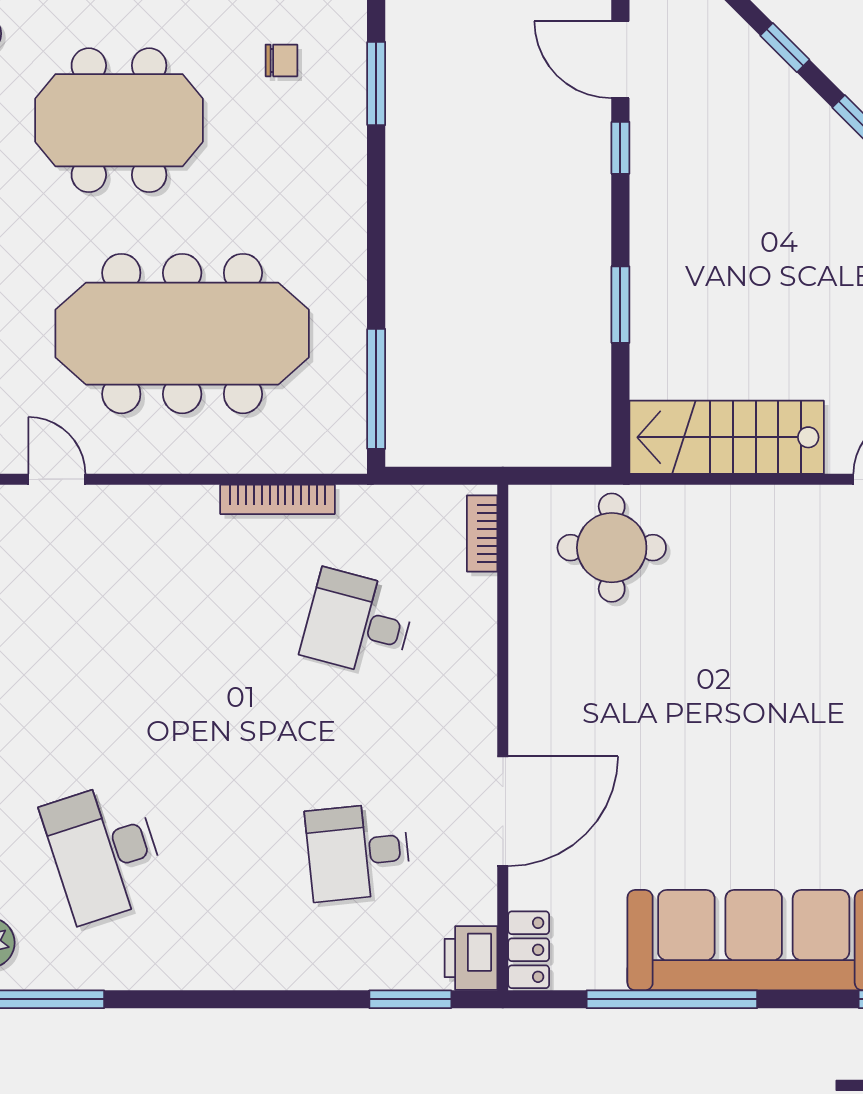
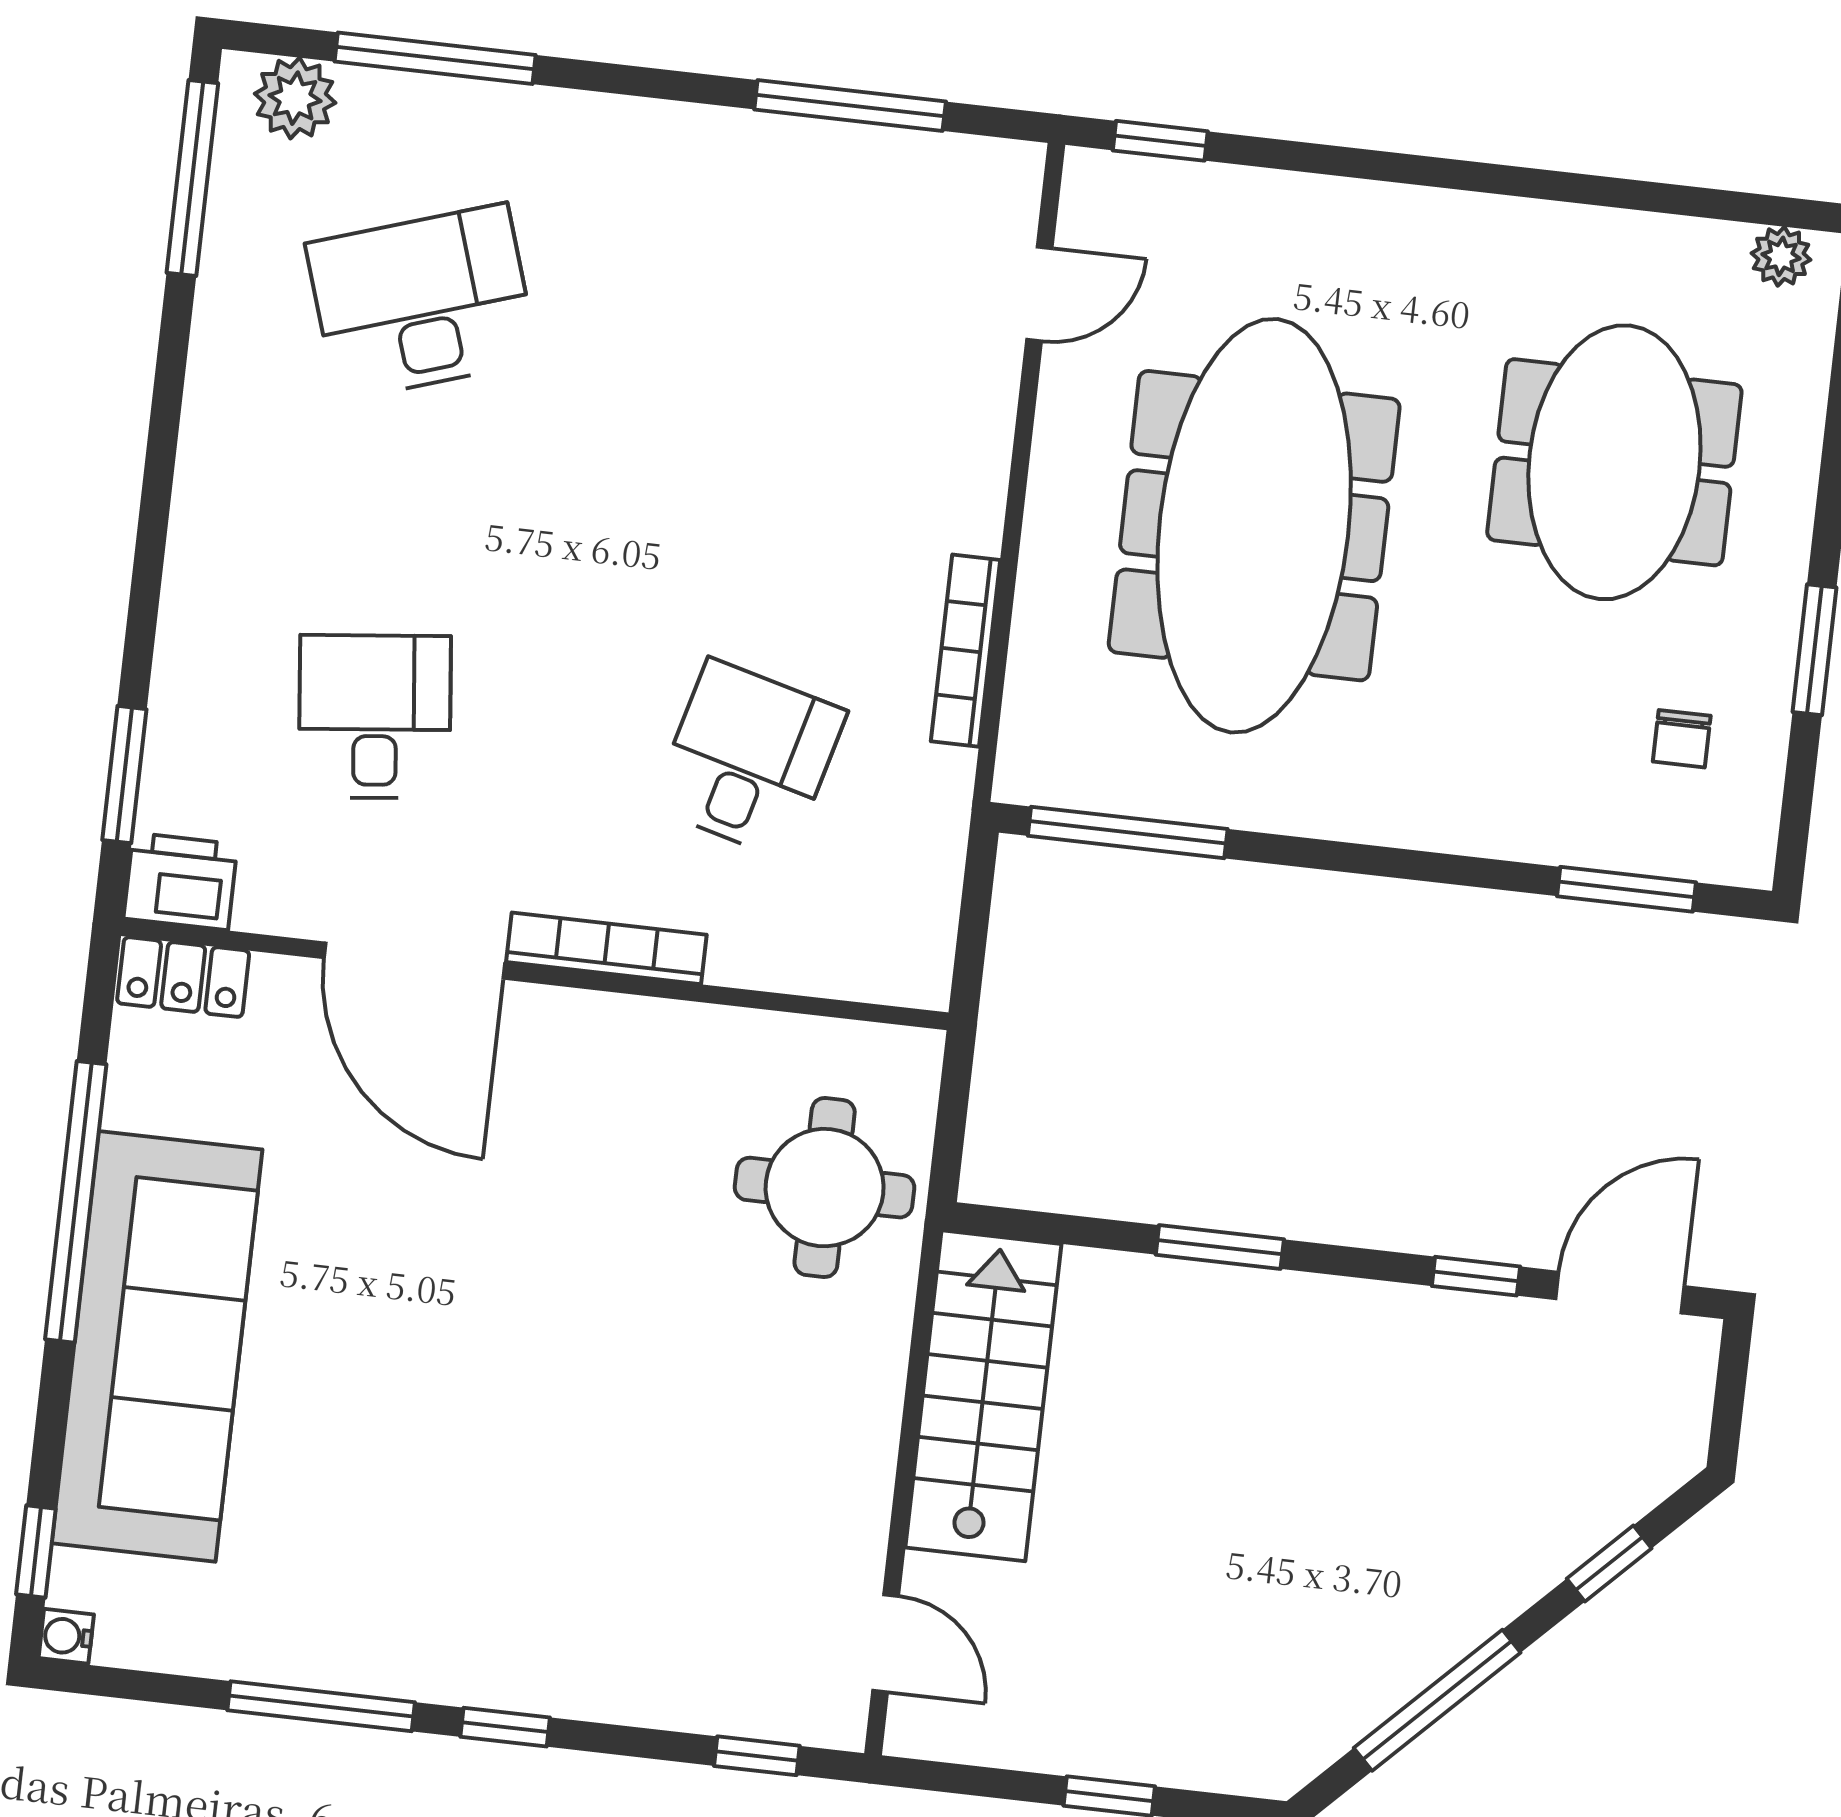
bookcase: (482, 533) -> (606, 948), moved, width x1.56

